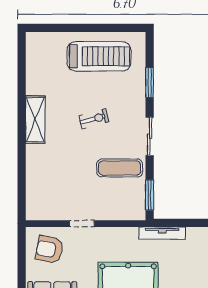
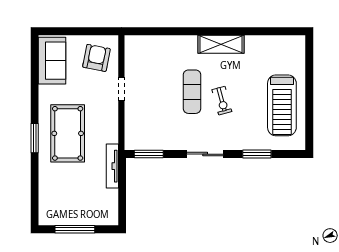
exercise mat: (120, 168) -> (192, 92), moved

